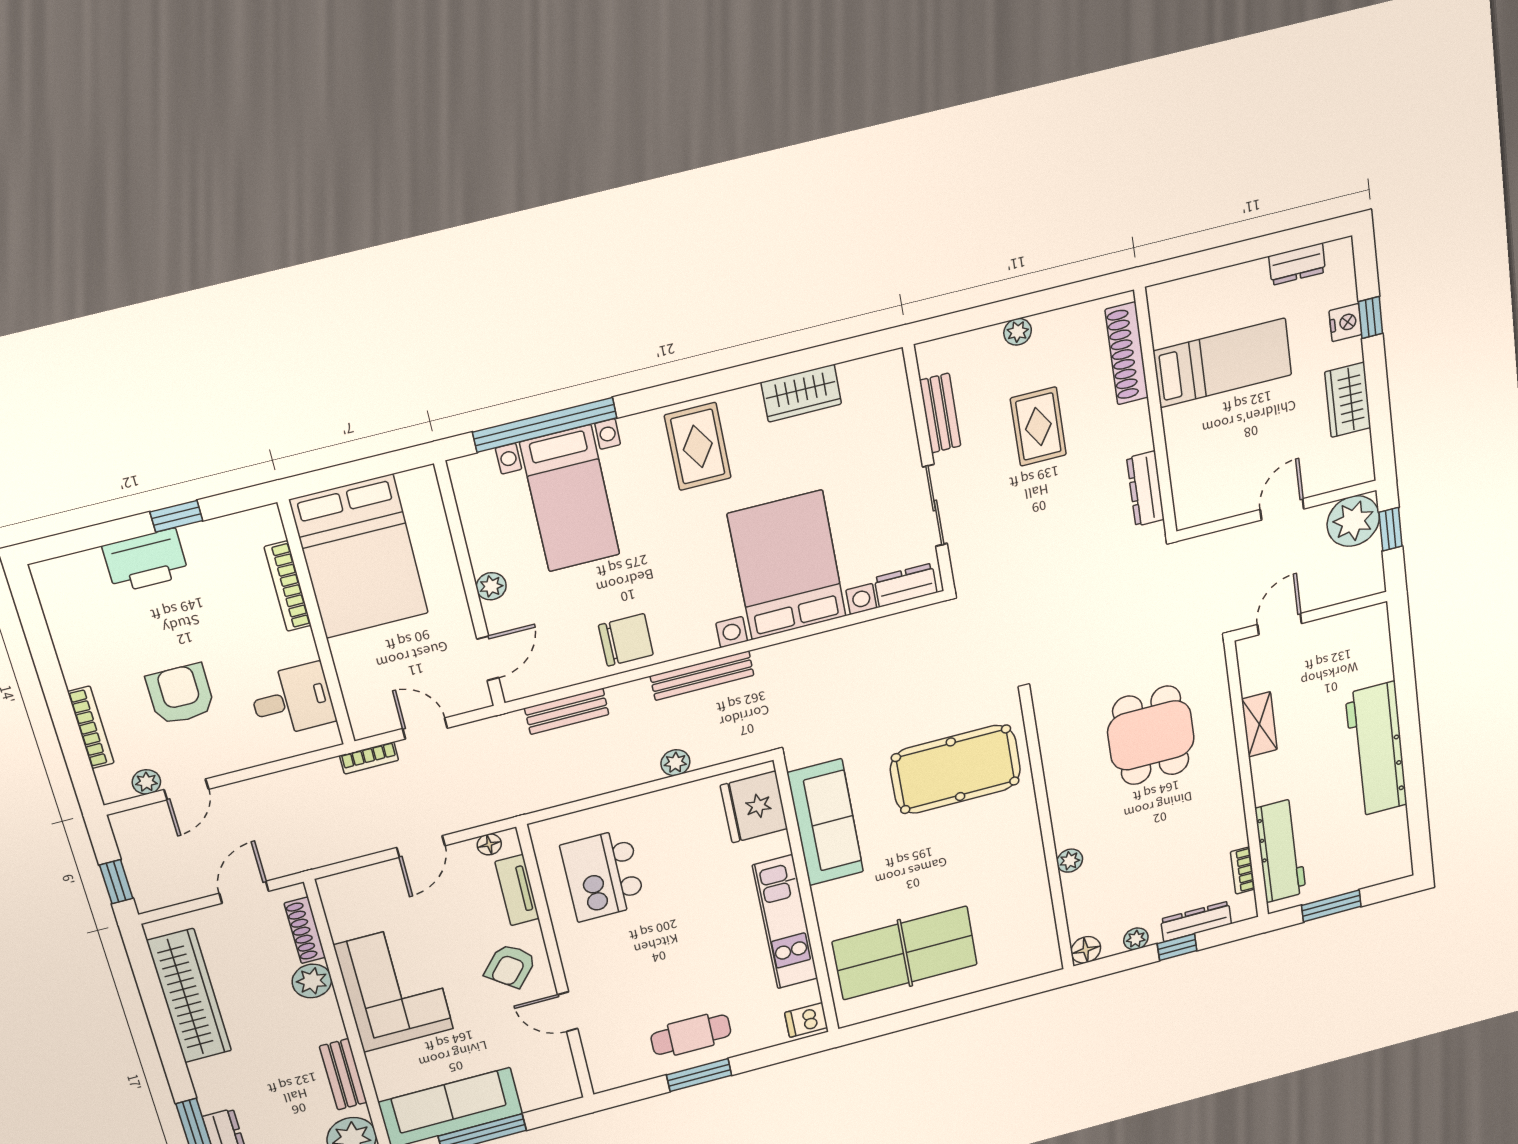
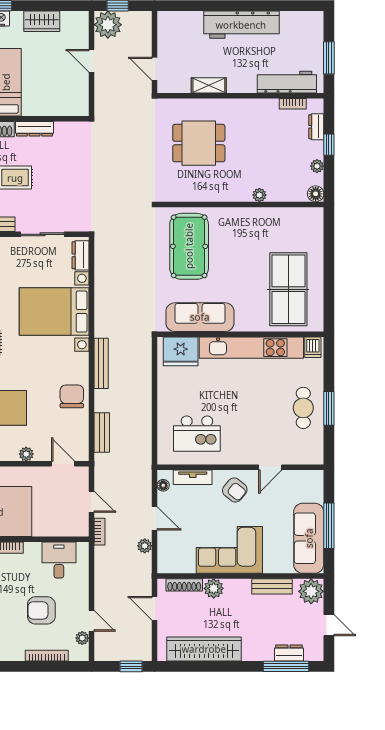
dresser: (1146, 489) -> (34, 129), moved
door: (425, 728) -> (91, 502), swing flipped
plant: (675, 763) -> (145, 546), moved
kitchen unit: (785, 922) -> (251, 348), width x1.36
dresser: (1196, 922) -> (316, 127), width x0.70

